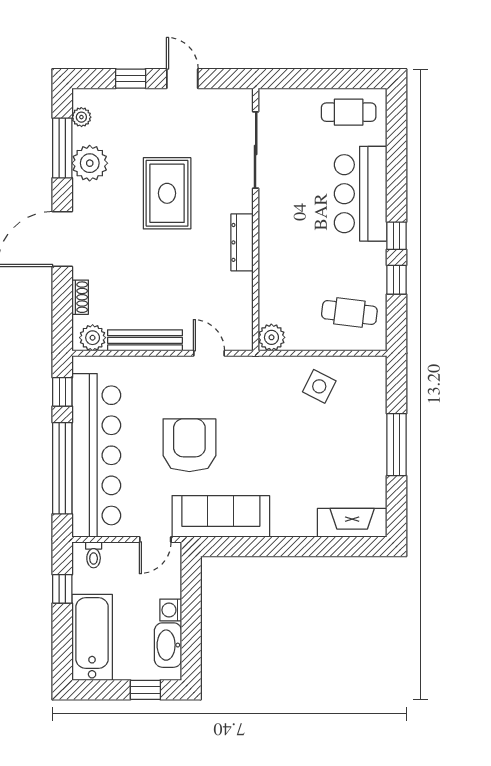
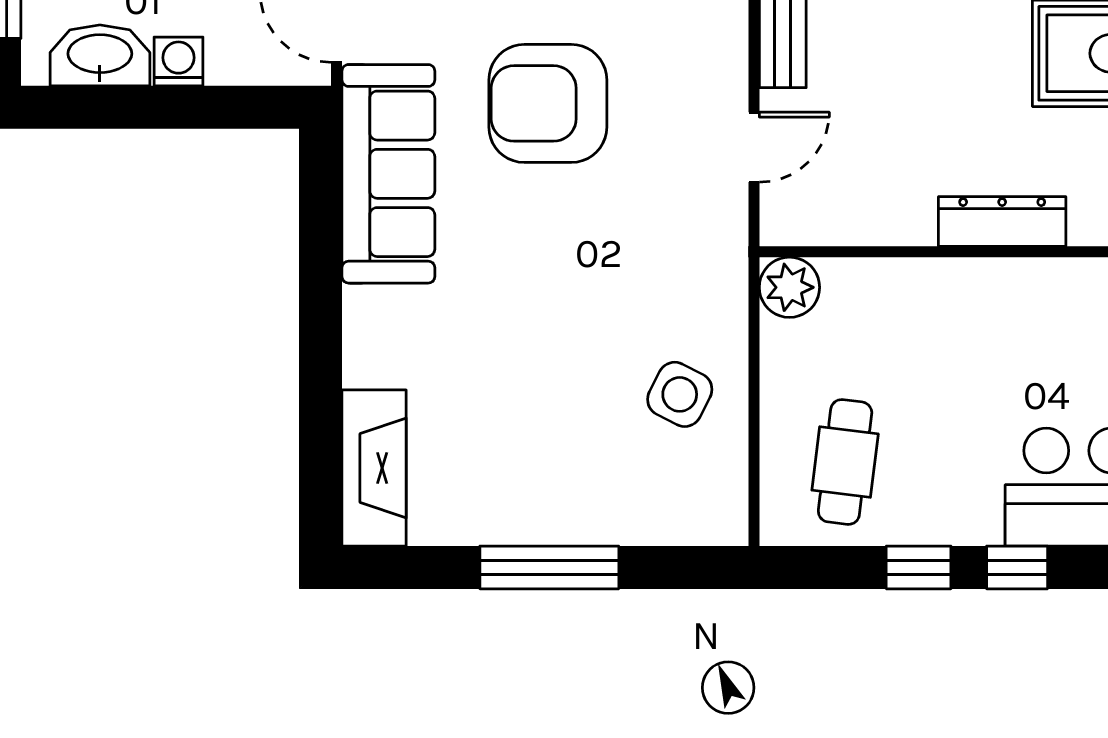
armchair: (189, 445) -> (548, 103), turned 180

